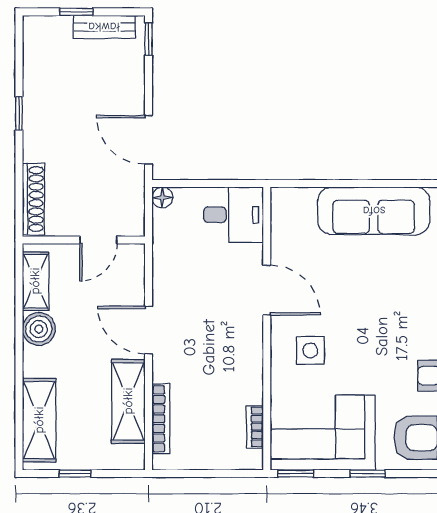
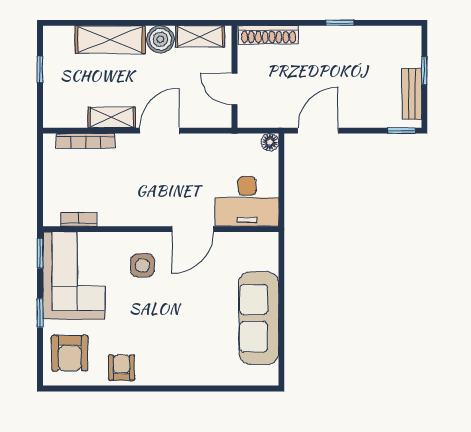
desk: (233, 215) -> (247, 201), width x1.37
shelving: (128, 401) -> (112, 117), width x0.67, depth x0.75
shelving: (39, 420) -> (110, 40), moved

